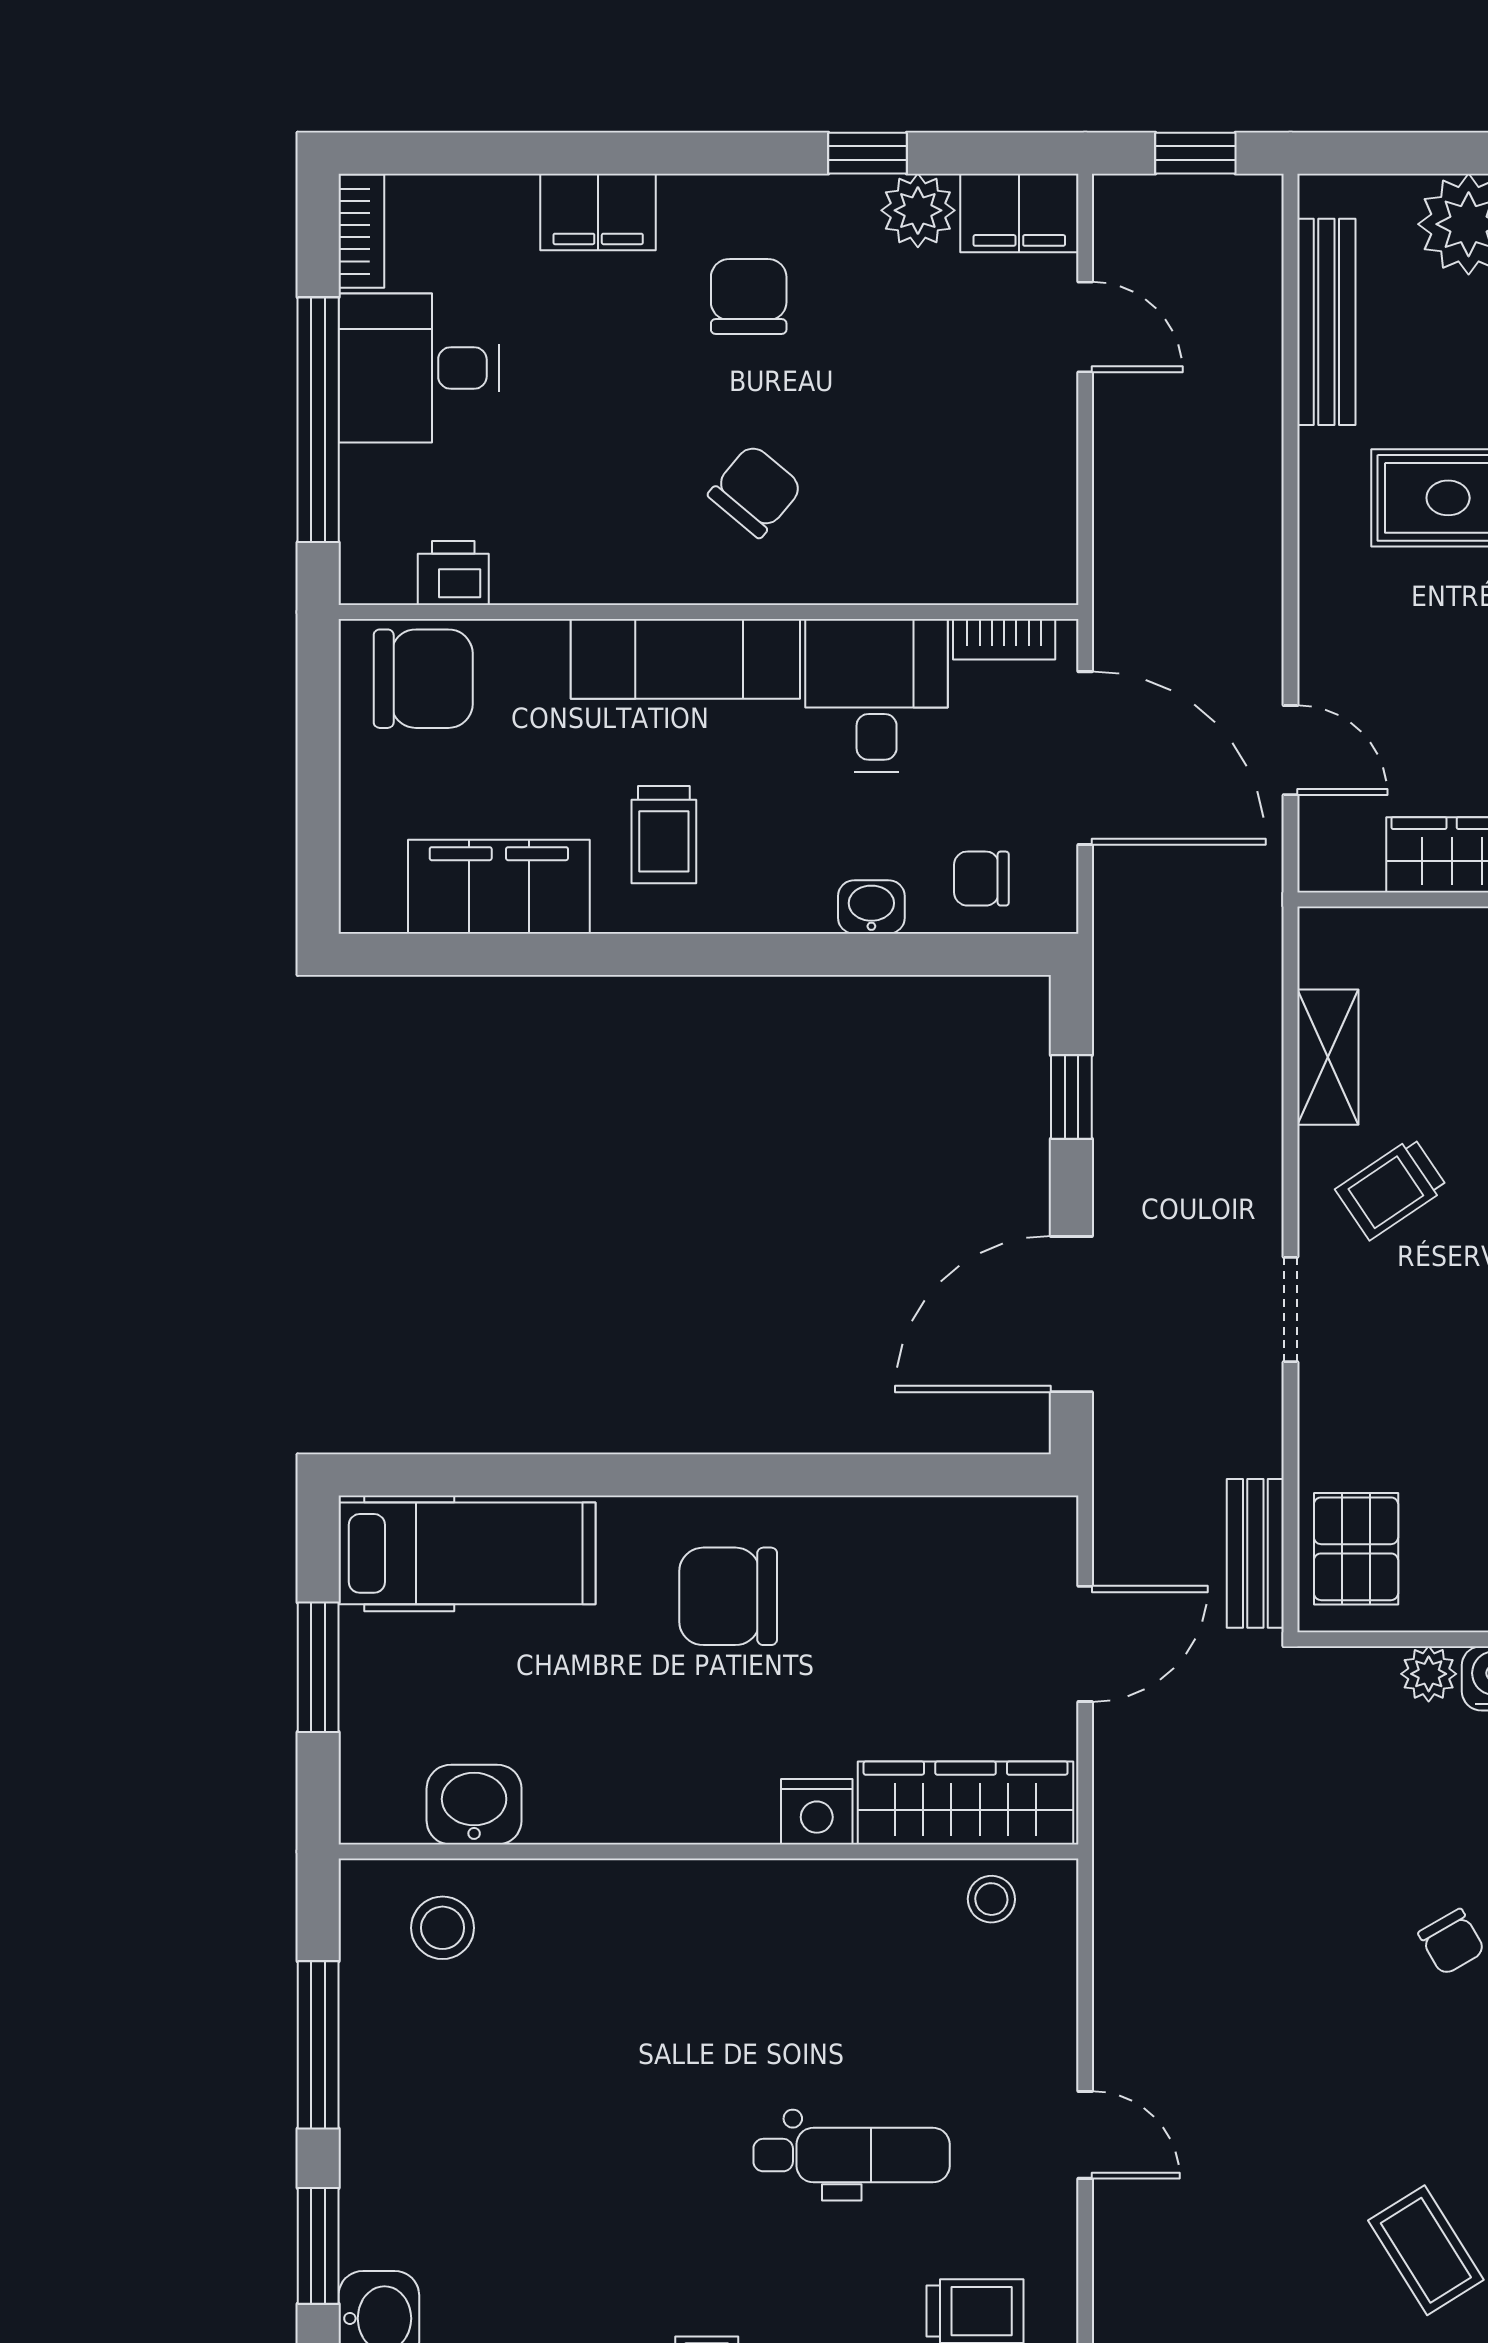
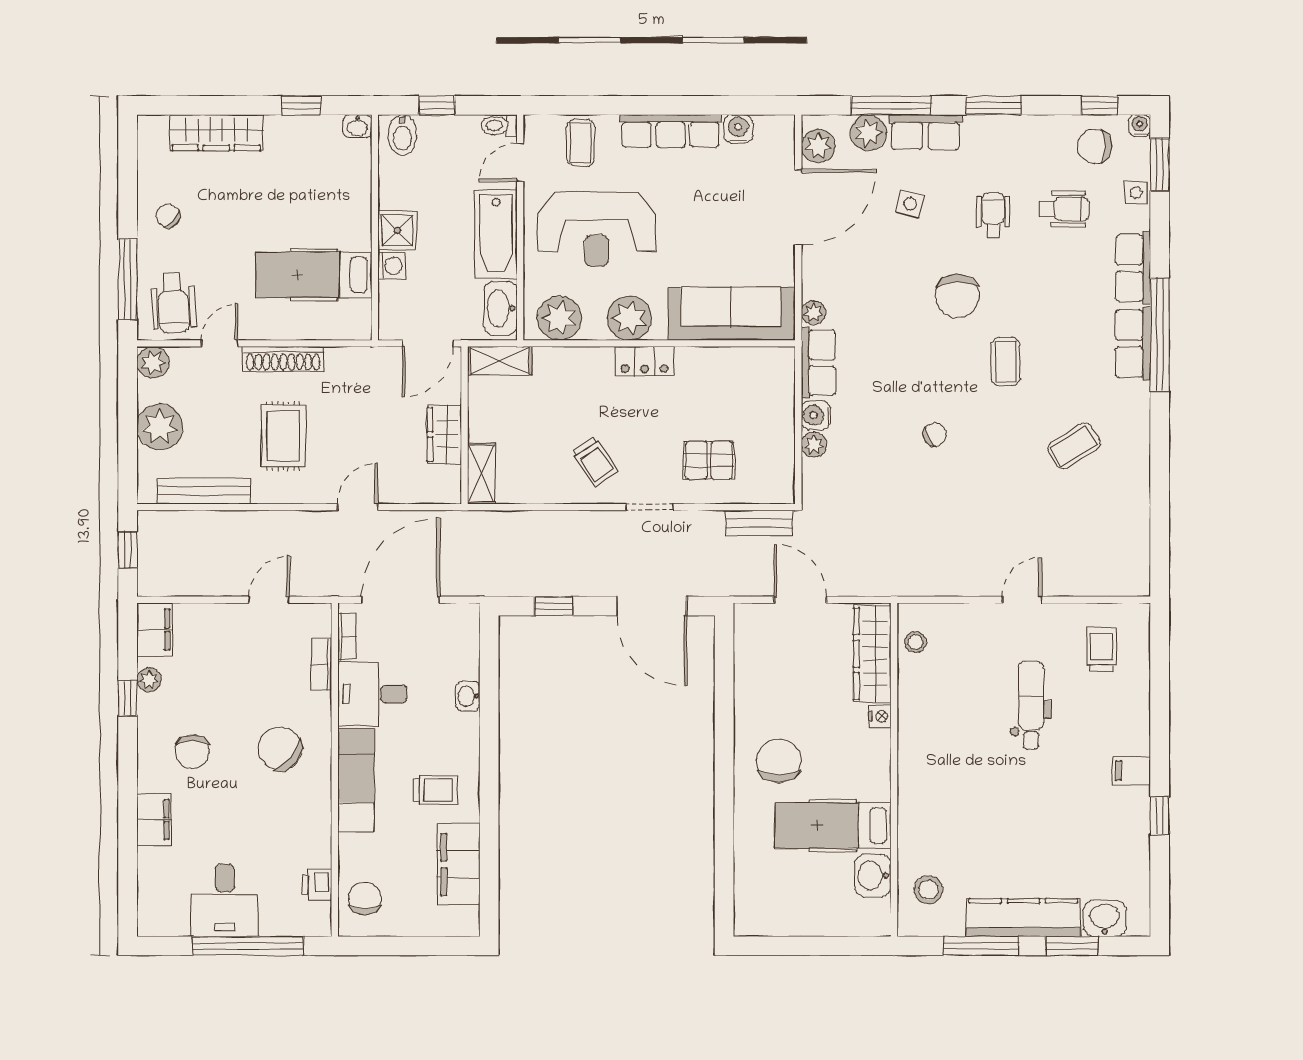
plant: (918, 210) -> (149, 680), width x0.73, depth x0.73
bookcase: (361, 231) -> (321, 664), moved, turned -90
chair: (749, 296) -> (192, 752), turned -90
door: (1085, 327) -> (269, 600), moved
chair: (755, 491) -> (280, 749), width x1.37, depth x1.37
chair: (423, 679) -> (365, 898), width x0.73, depth x0.73
door: (1291, 750) -> (358, 507), moved
chair: (981, 879) -> (455, 647), removed
shelving: (1328, 1057) -> (481, 473), moved, turned 90
pallet: (1356, 1549) -> (709, 460), moved
hospital bed: (467, 1553) -> (833, 826), moved, turned -90
chair: (728, 1596) -> (779, 761), turned 180
window: (318, 1667) -> (811, 946), removed
nightstand: (817, 1812) -> (880, 716), width x0.72, depth x0.74
kitchen counter: (381, 2139) -> (1024, 918), added

